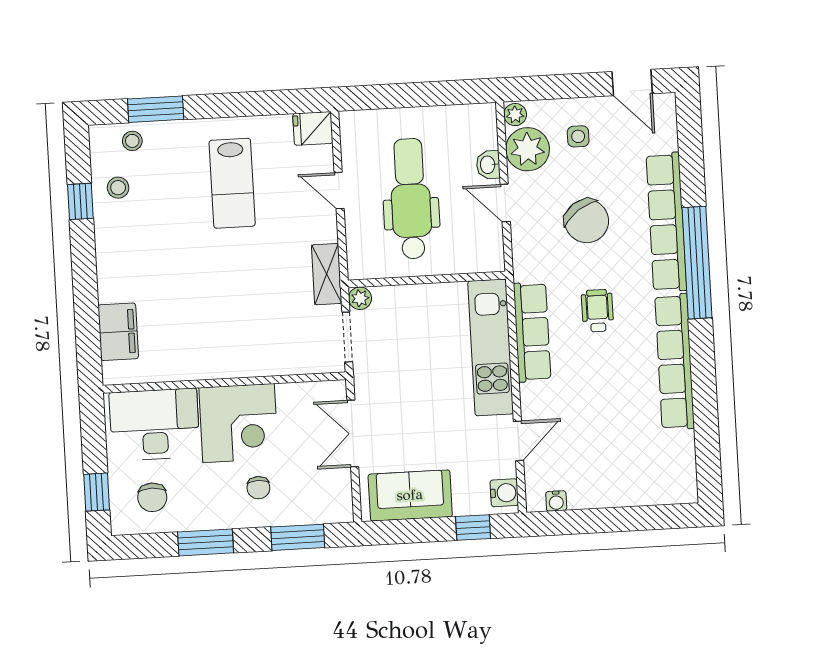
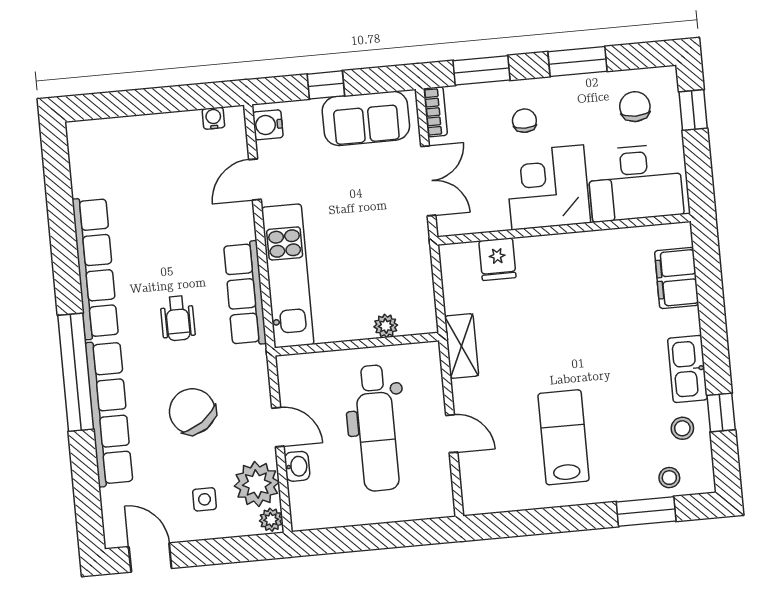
fridge: (313, 128) -> (497, 259), moved, turned 90
kitchen sink: (111, 244) -> (688, 369), added
plant: (360, 298) -> (386, 326), moved
doorway: (347, 337) -> (438, 281), removed
bookcase: (343, 499) -> (435, 112), added
window: (473, 528) -> (326, 85), moved

